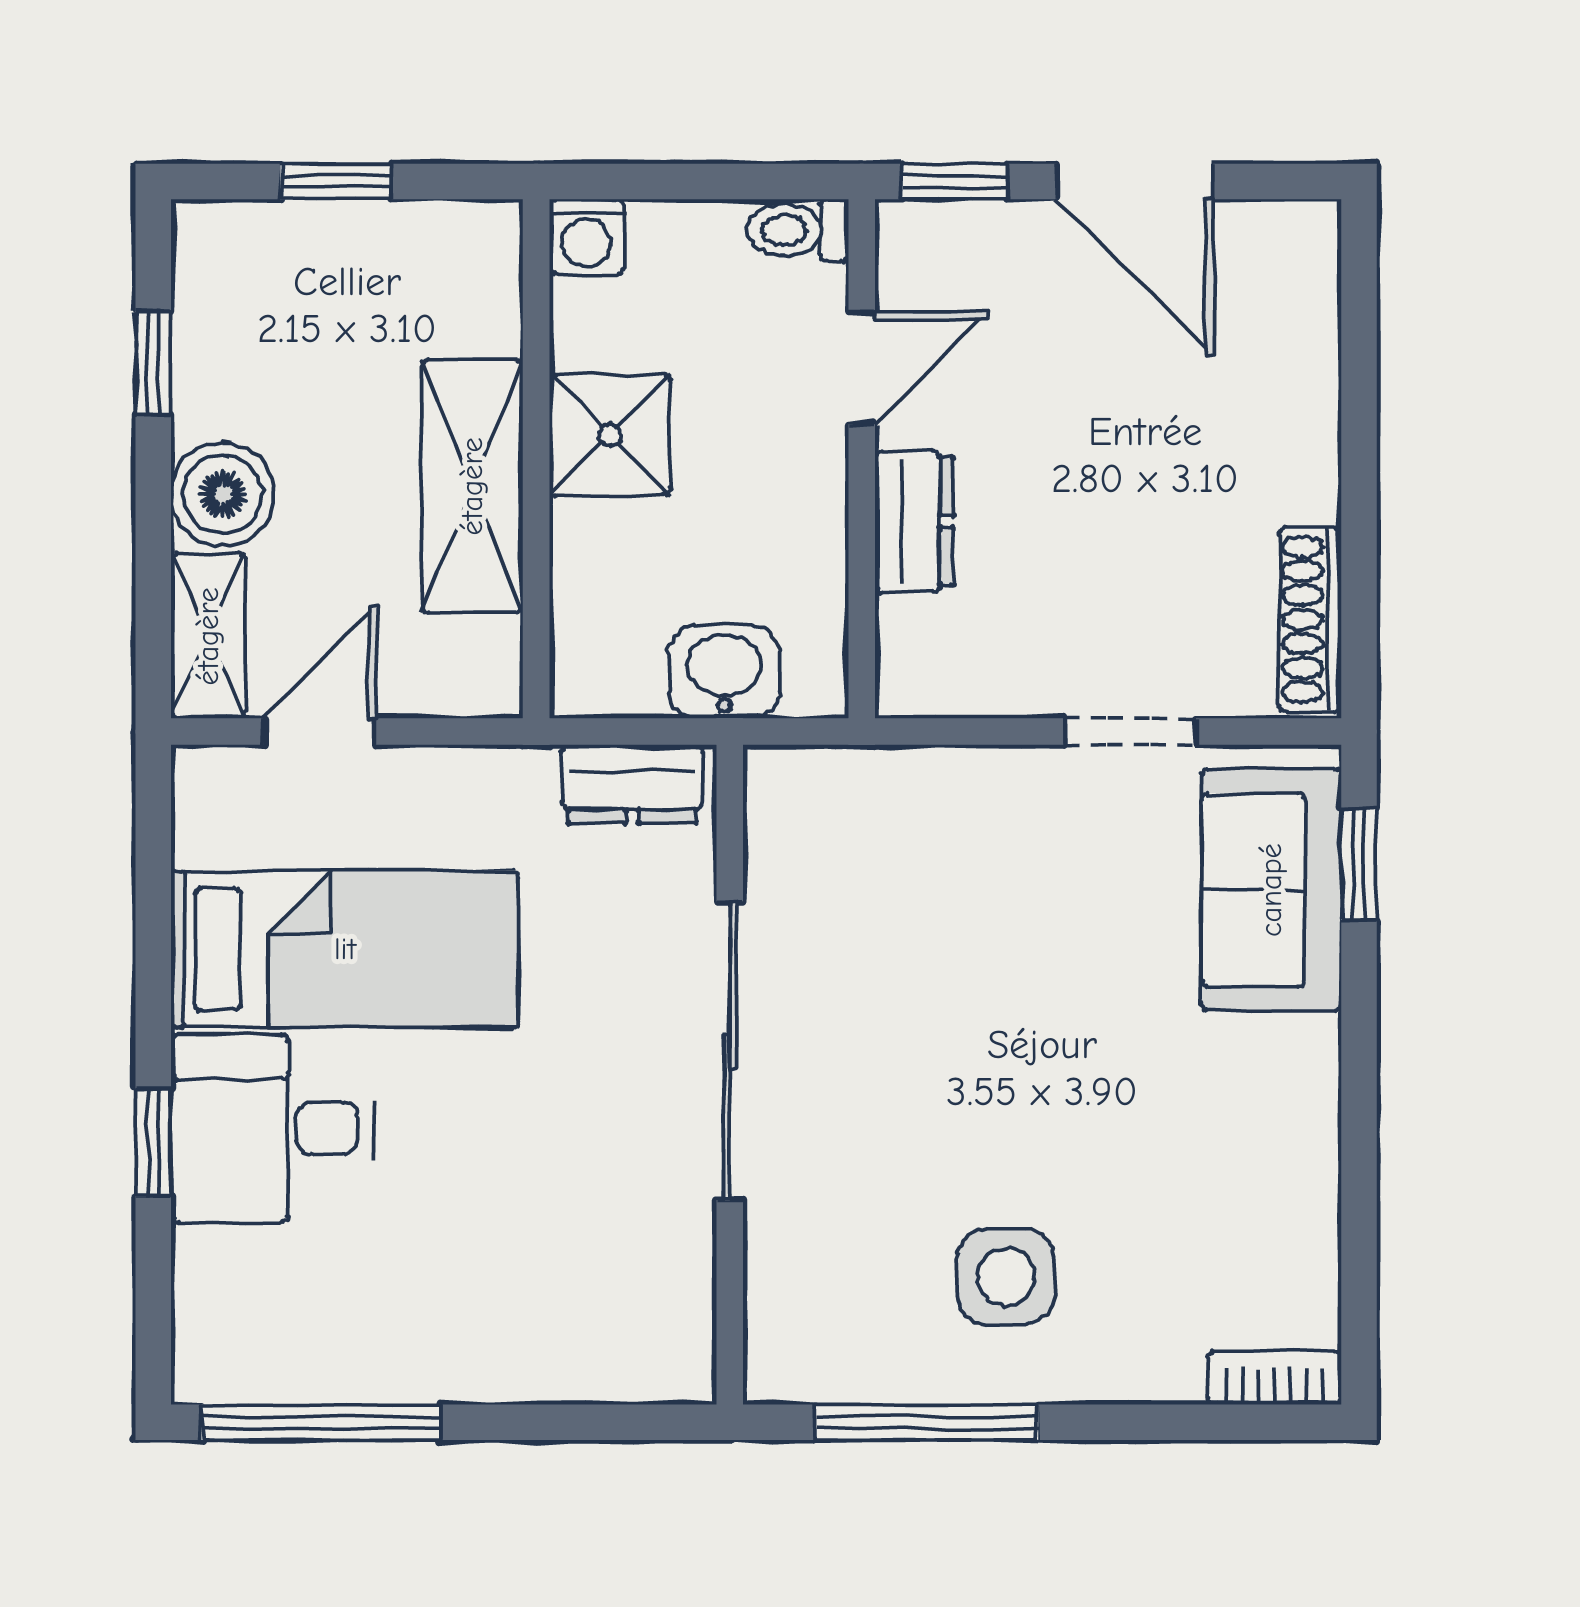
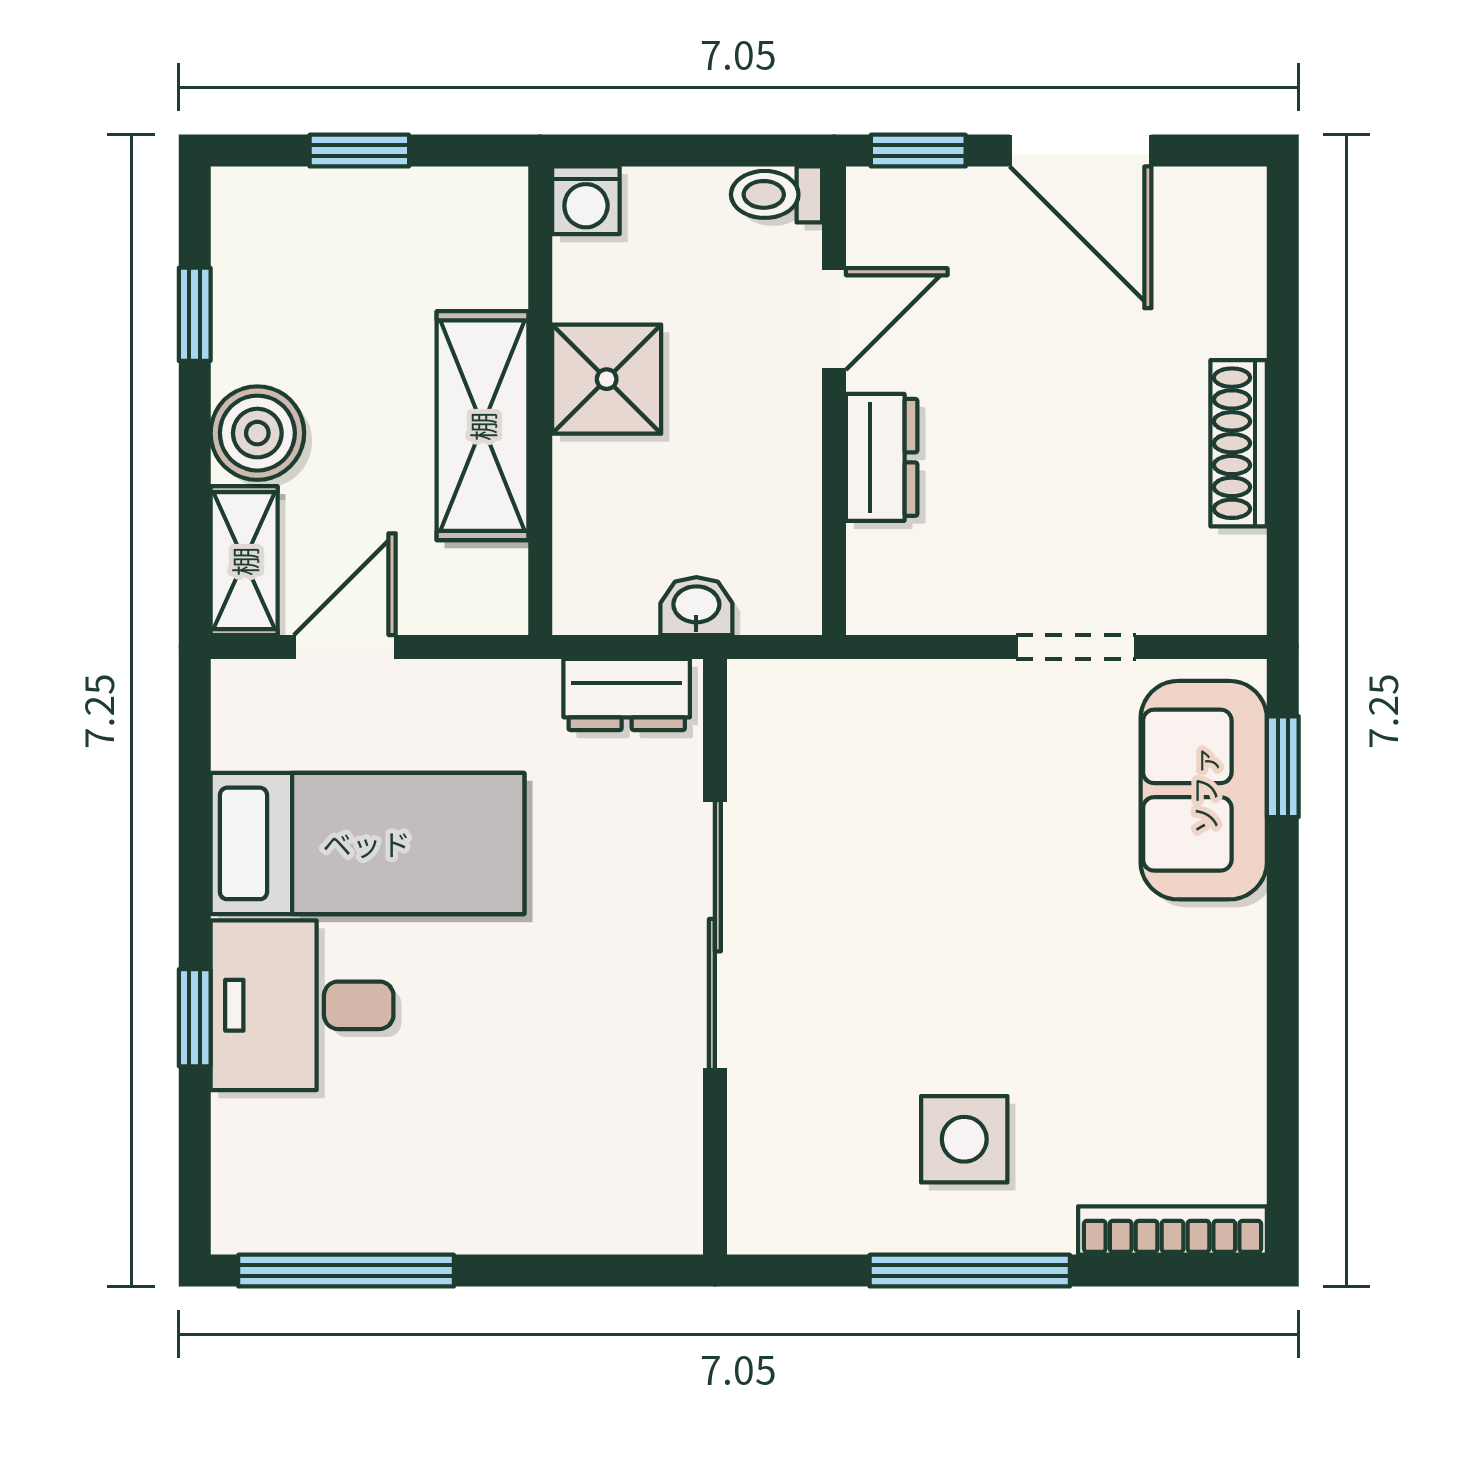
shoe rack: (1310, 619) -> (1239, 443), moved
washbasin: (724, 672) -> (696, 606), width x0.72, depth x0.69
bookcase: (1274, 1378) -> (1172, 1230), width x1.56
window: (927, 1422) -> (970, 1271), moved

